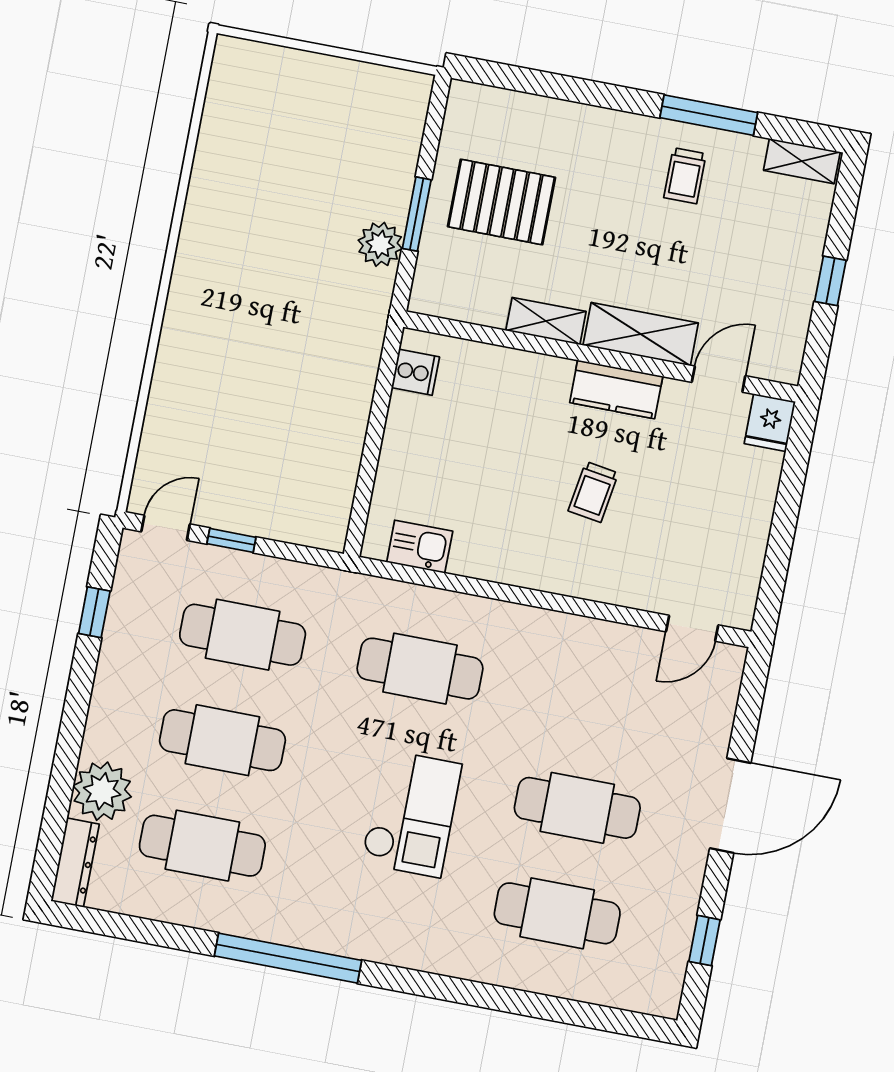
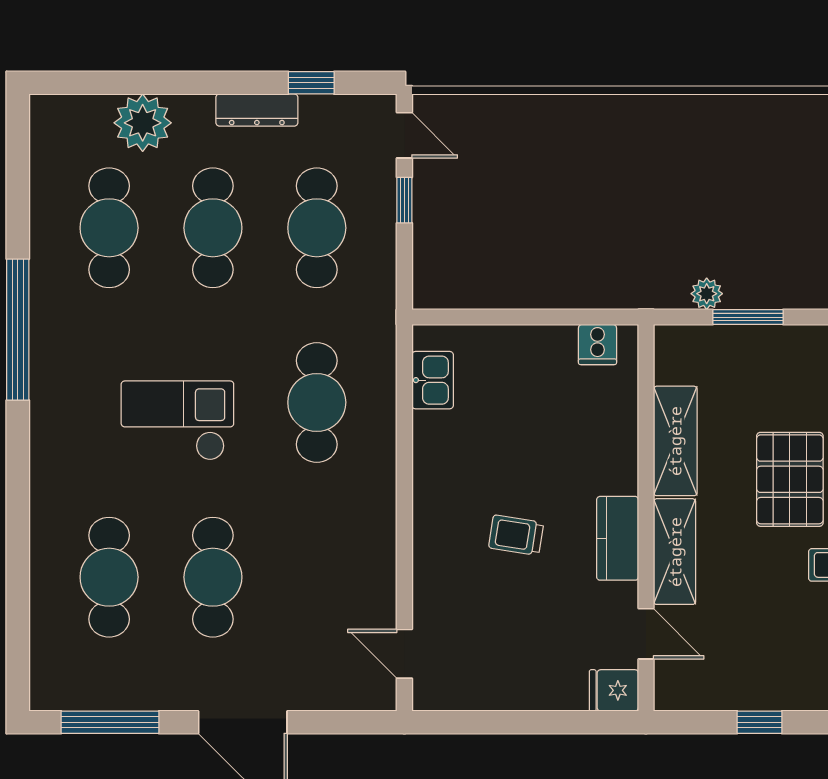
pallet: (501, 202) -> (790, 479), moved
plant: (380, 244) -> (707, 294), width x0.73, depth x0.73
shelving: (546, 321) -> (675, 441), width x1.50, depth x1.33
checkout: (411, 814) -> (177, 421), turned 180
dresser: (75, 863) -> (257, 110), moved
window: (705, 941) -> (110, 722), width x2.17

